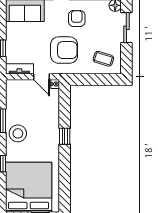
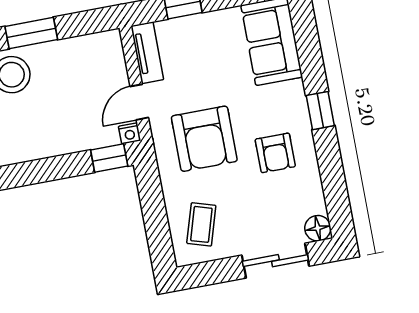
armchair: (77, 18) -> (275, 153), turned 90
window: (65, 136) -> (109, 158), moved

